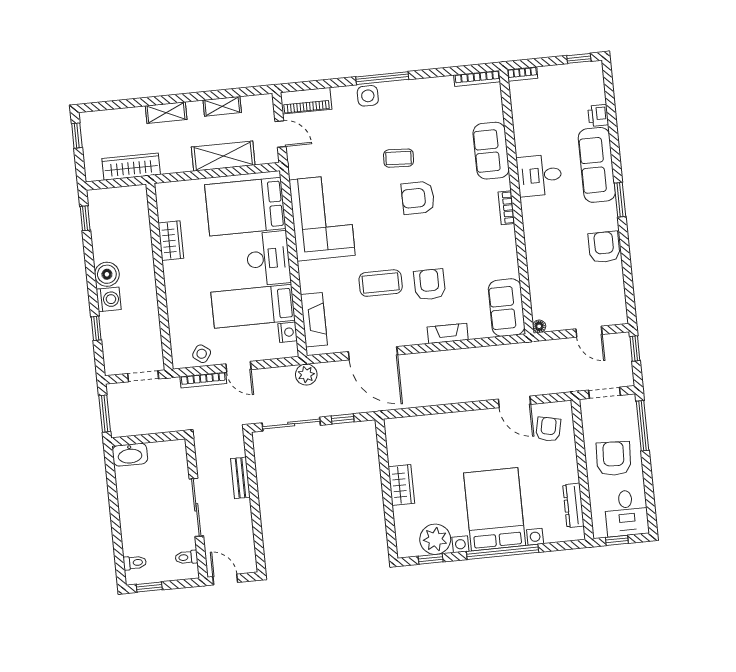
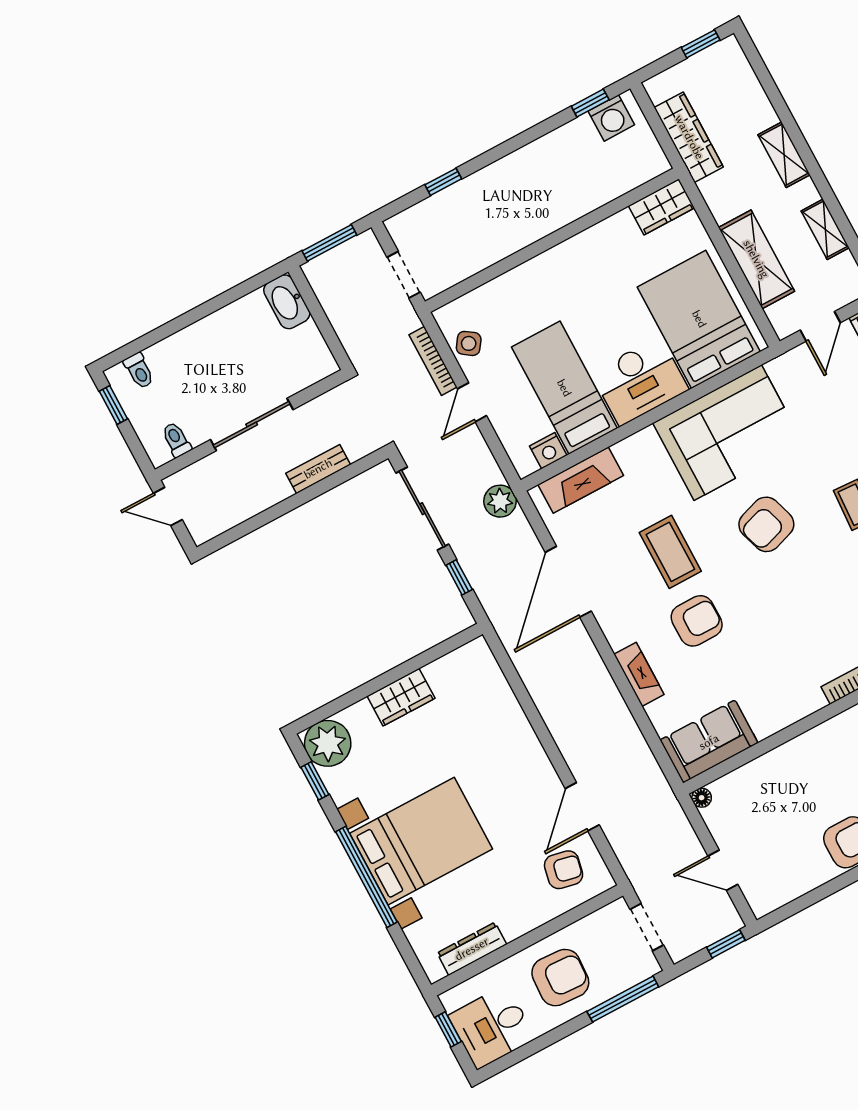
armchair: (418, 198) -> (766, 524), moved, turned -108
wardrobe: (171, 241) -> (662, 207), moved
boiler: (107, 274) -> (525, 166), removed
washing machine: (109, 299) -> (611, 118), moved
door: (589, 332) -> (723, 870), hinge flipped
plant: (435, 539) -> (328, 743), moved
door: (225, 580) -> (168, 506), swing flipped

